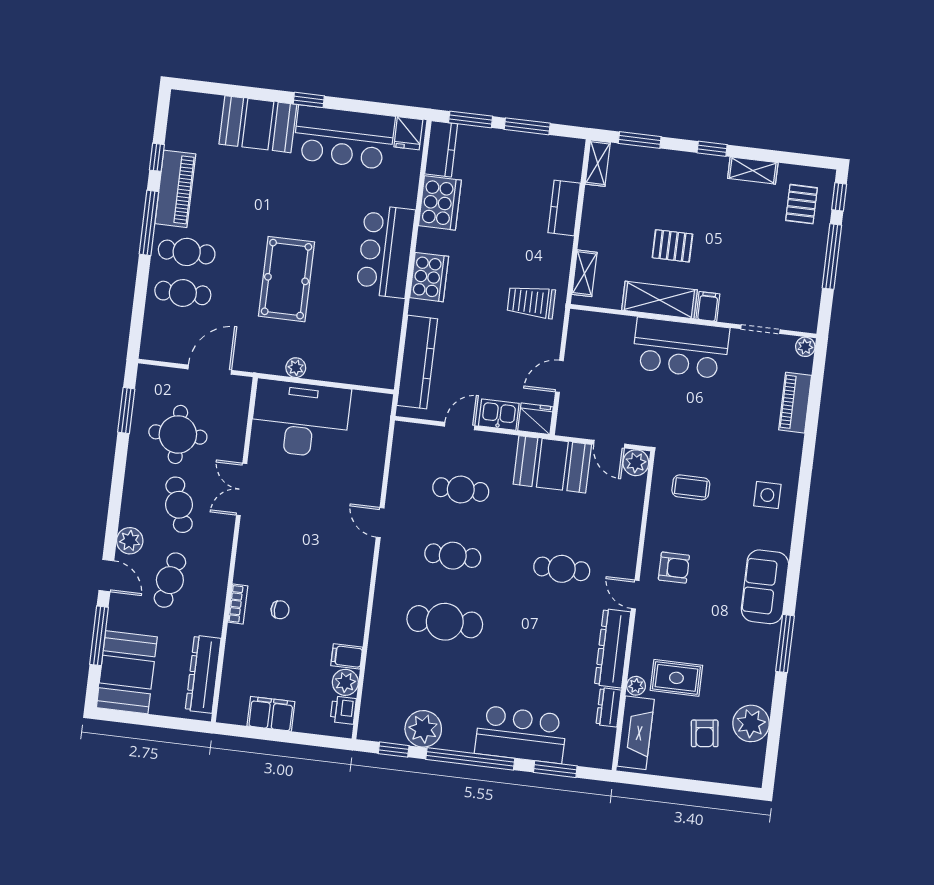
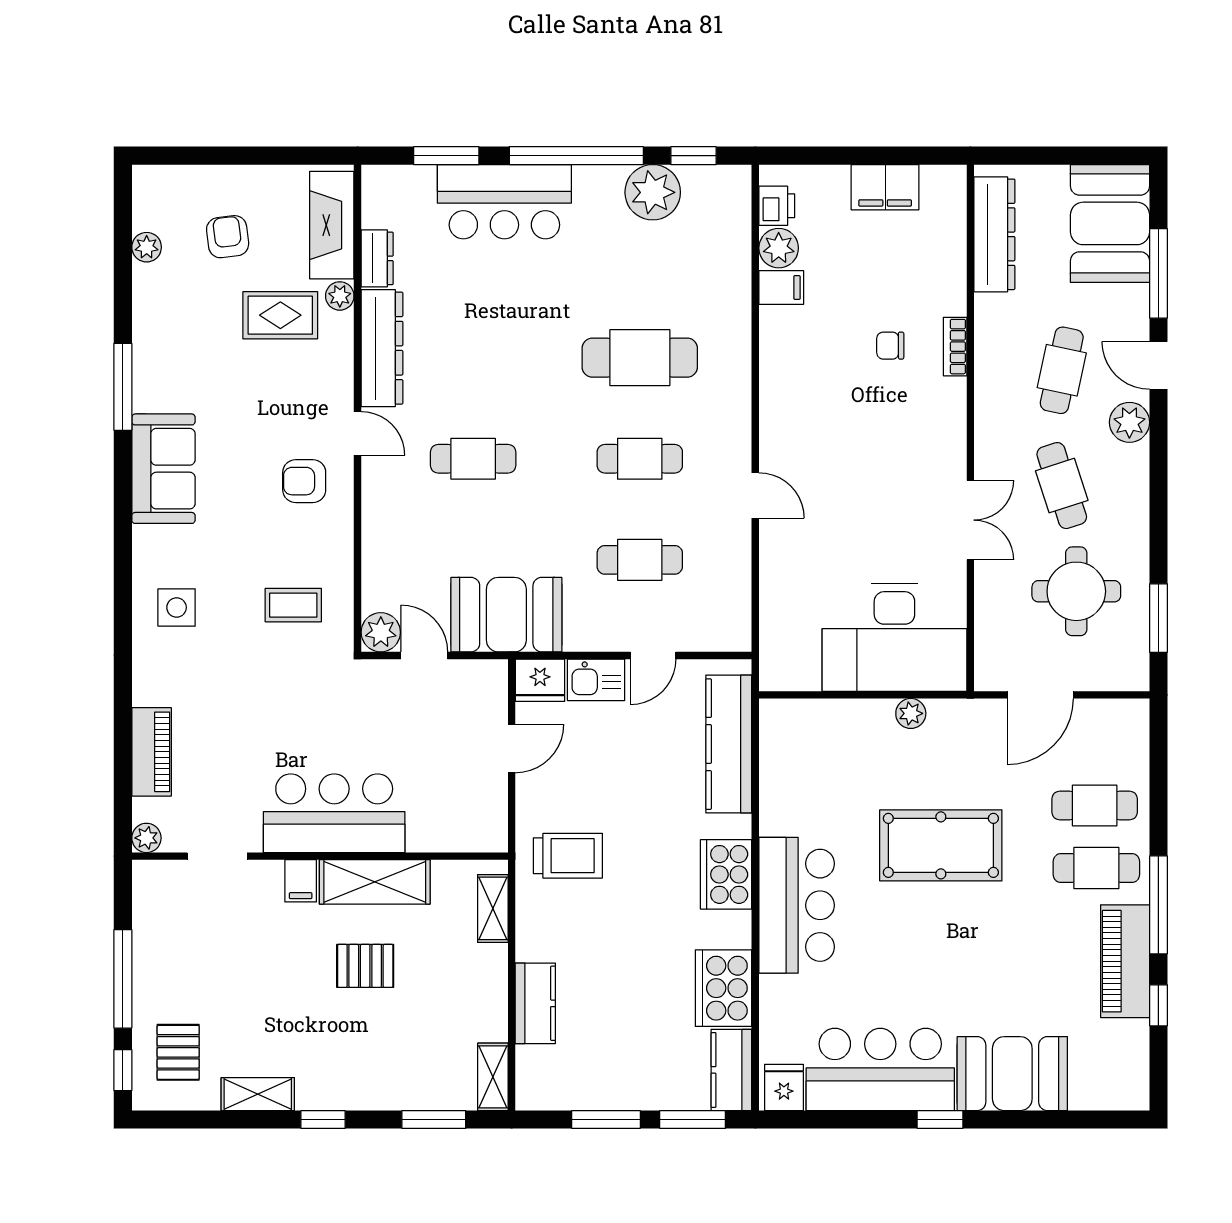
pool table: (287, 279) -> (941, 845), turned 90
plant: (751, 723) -> (147, 247), width x0.53, depth x0.53

